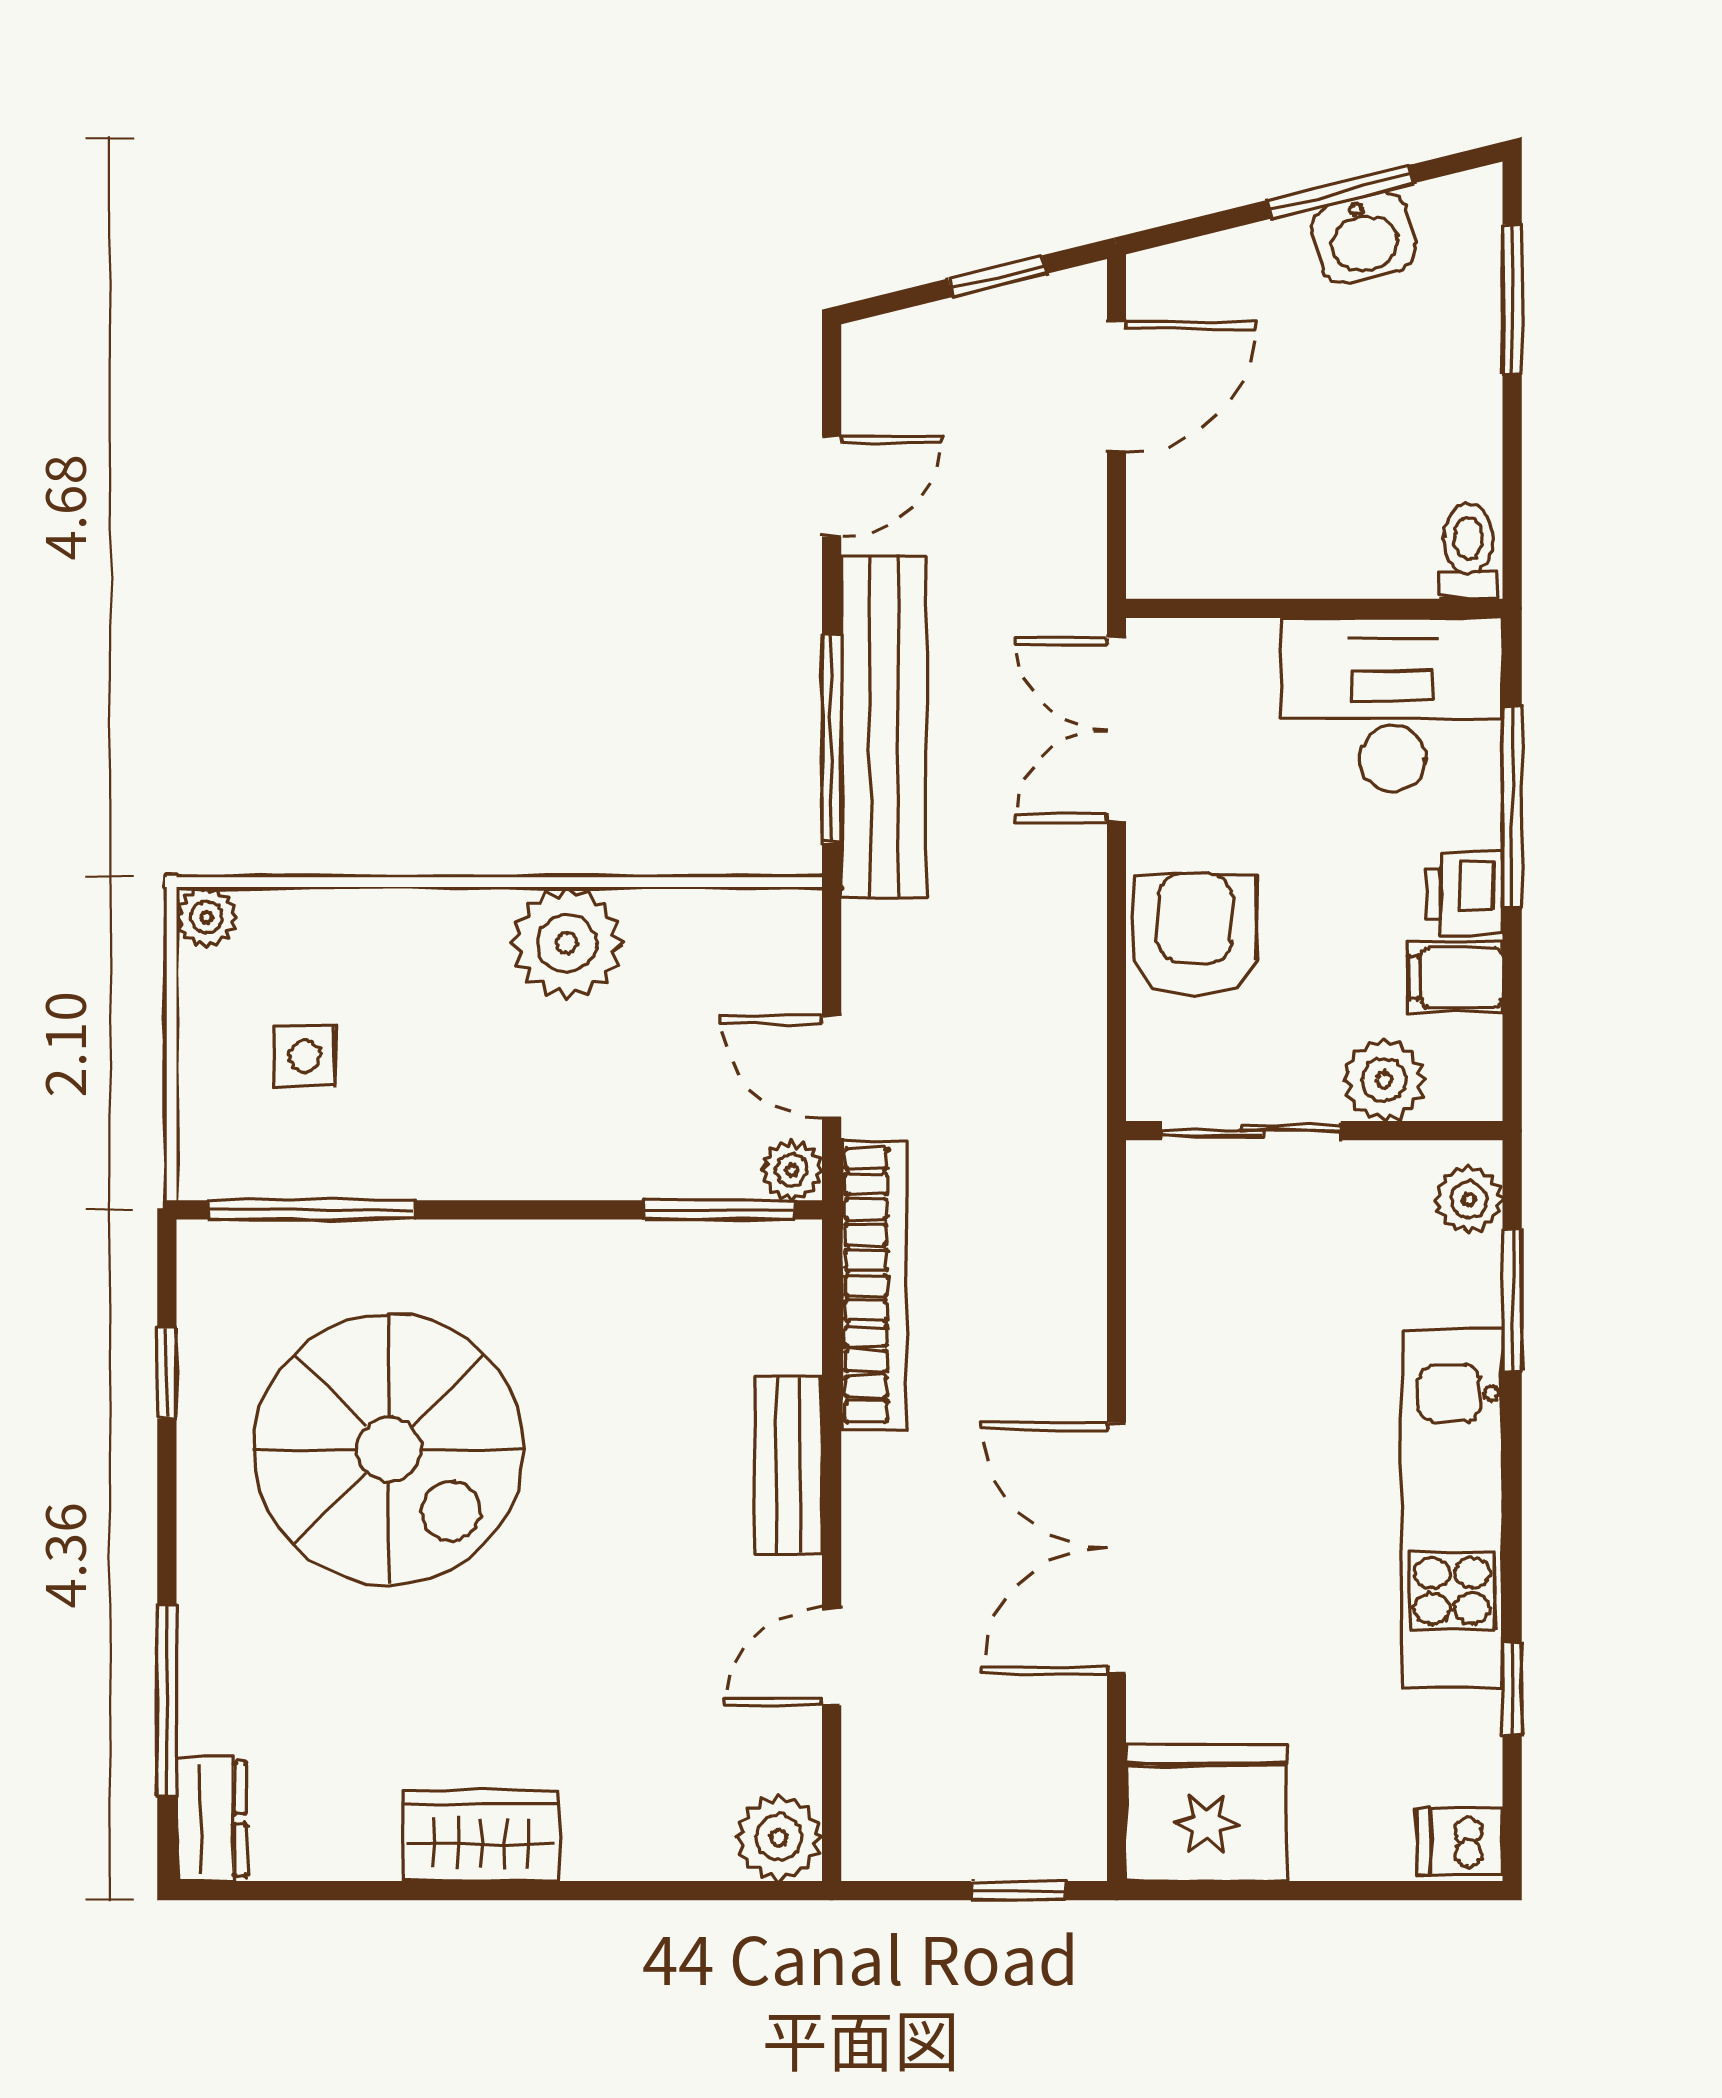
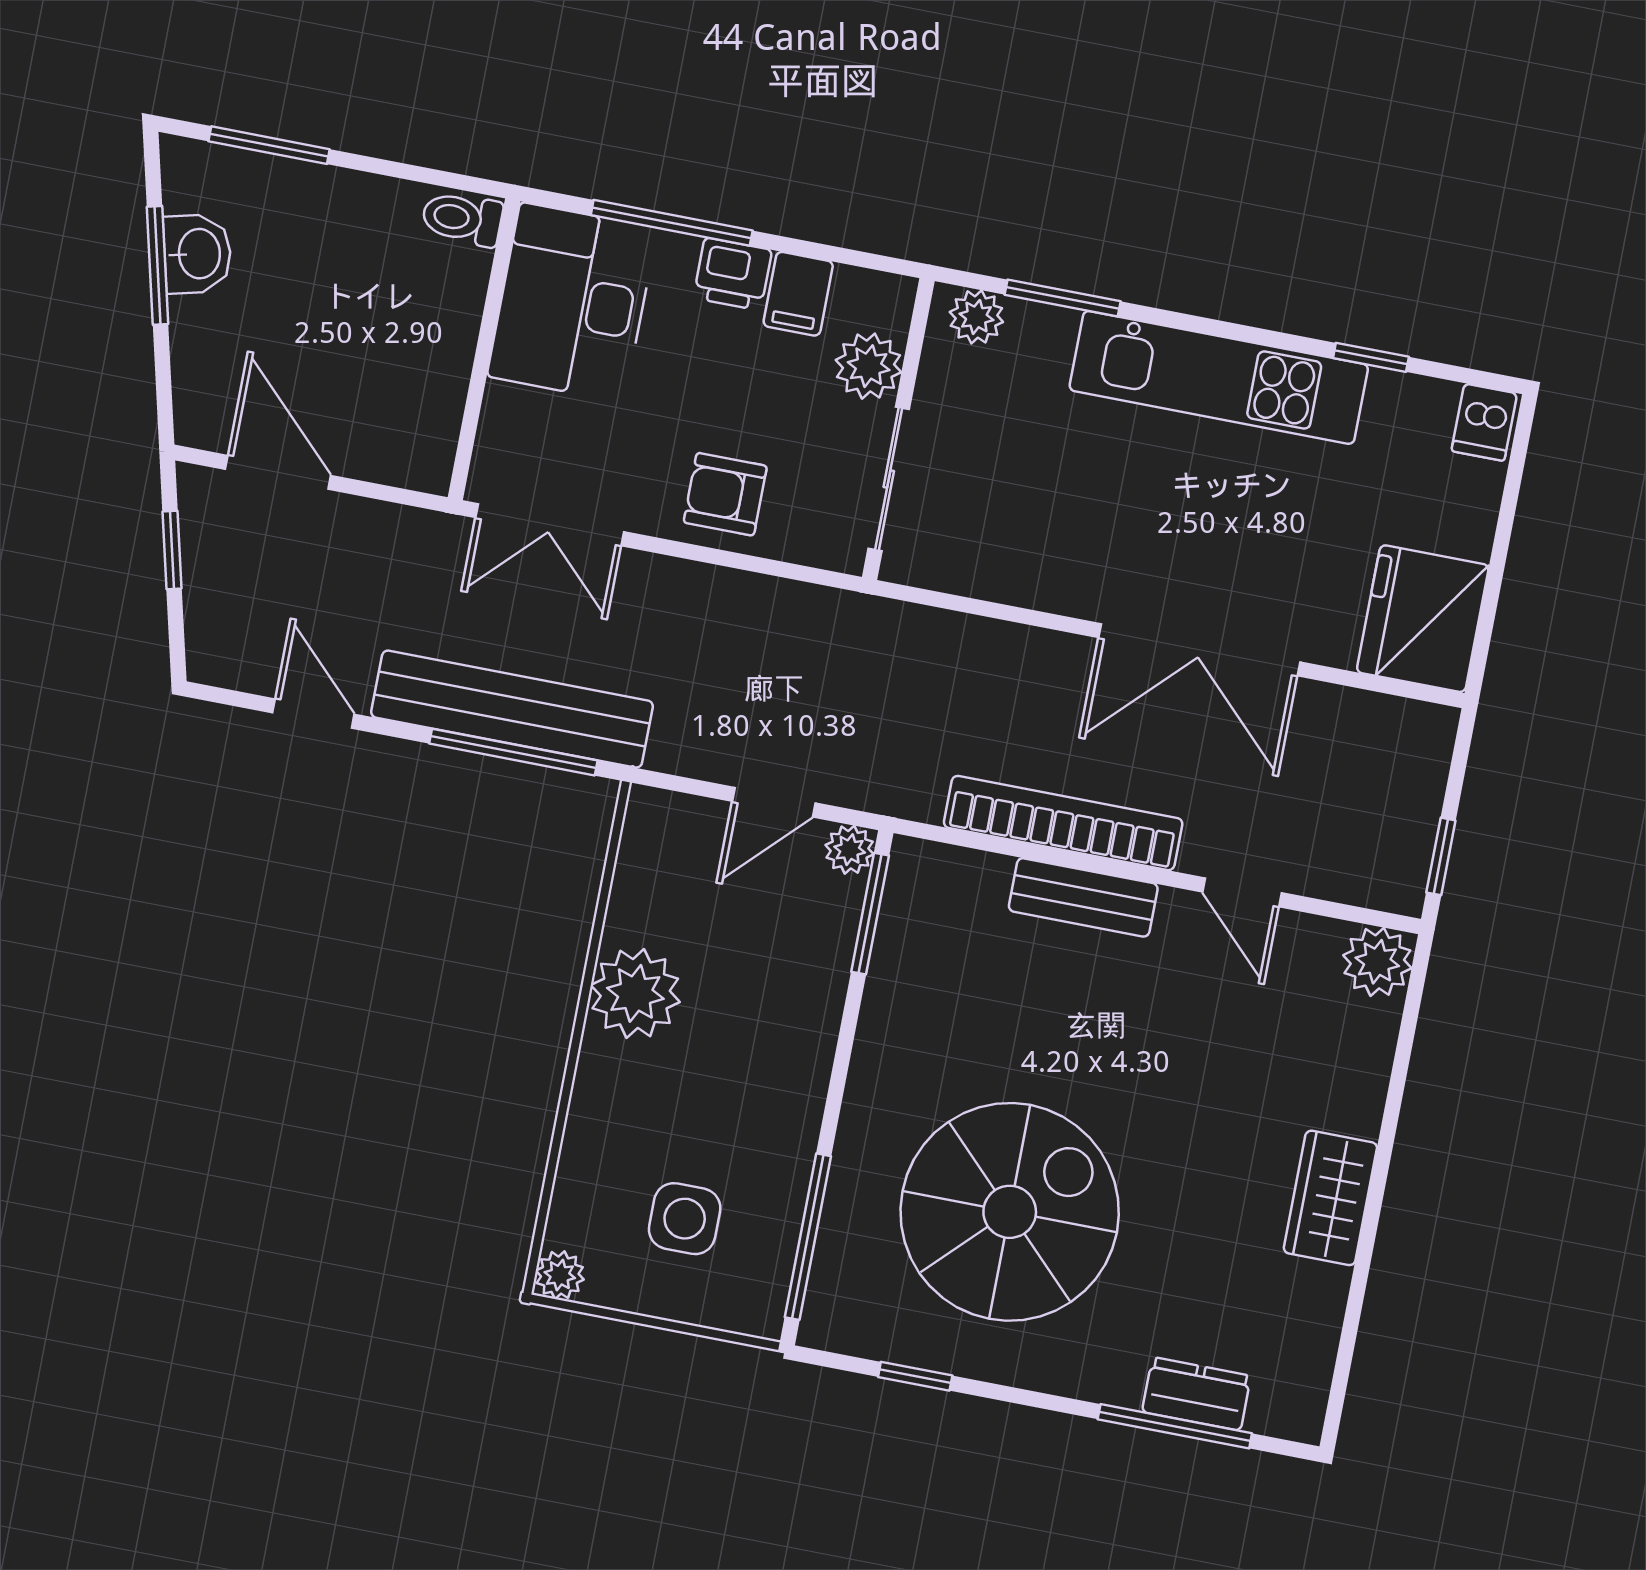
armchair: (1195, 936) -> (725, 494), width x0.72, depth x0.72
side table: (304, 1056) -> (685, 1219), width x1.37, depth x1.37
bookcase: (874, 1285) -> (1063, 823), moved
dresser: (211, 1819) -> (1196, 1394), moved
window: (1018, 1891) -> (1441, 856), moved

